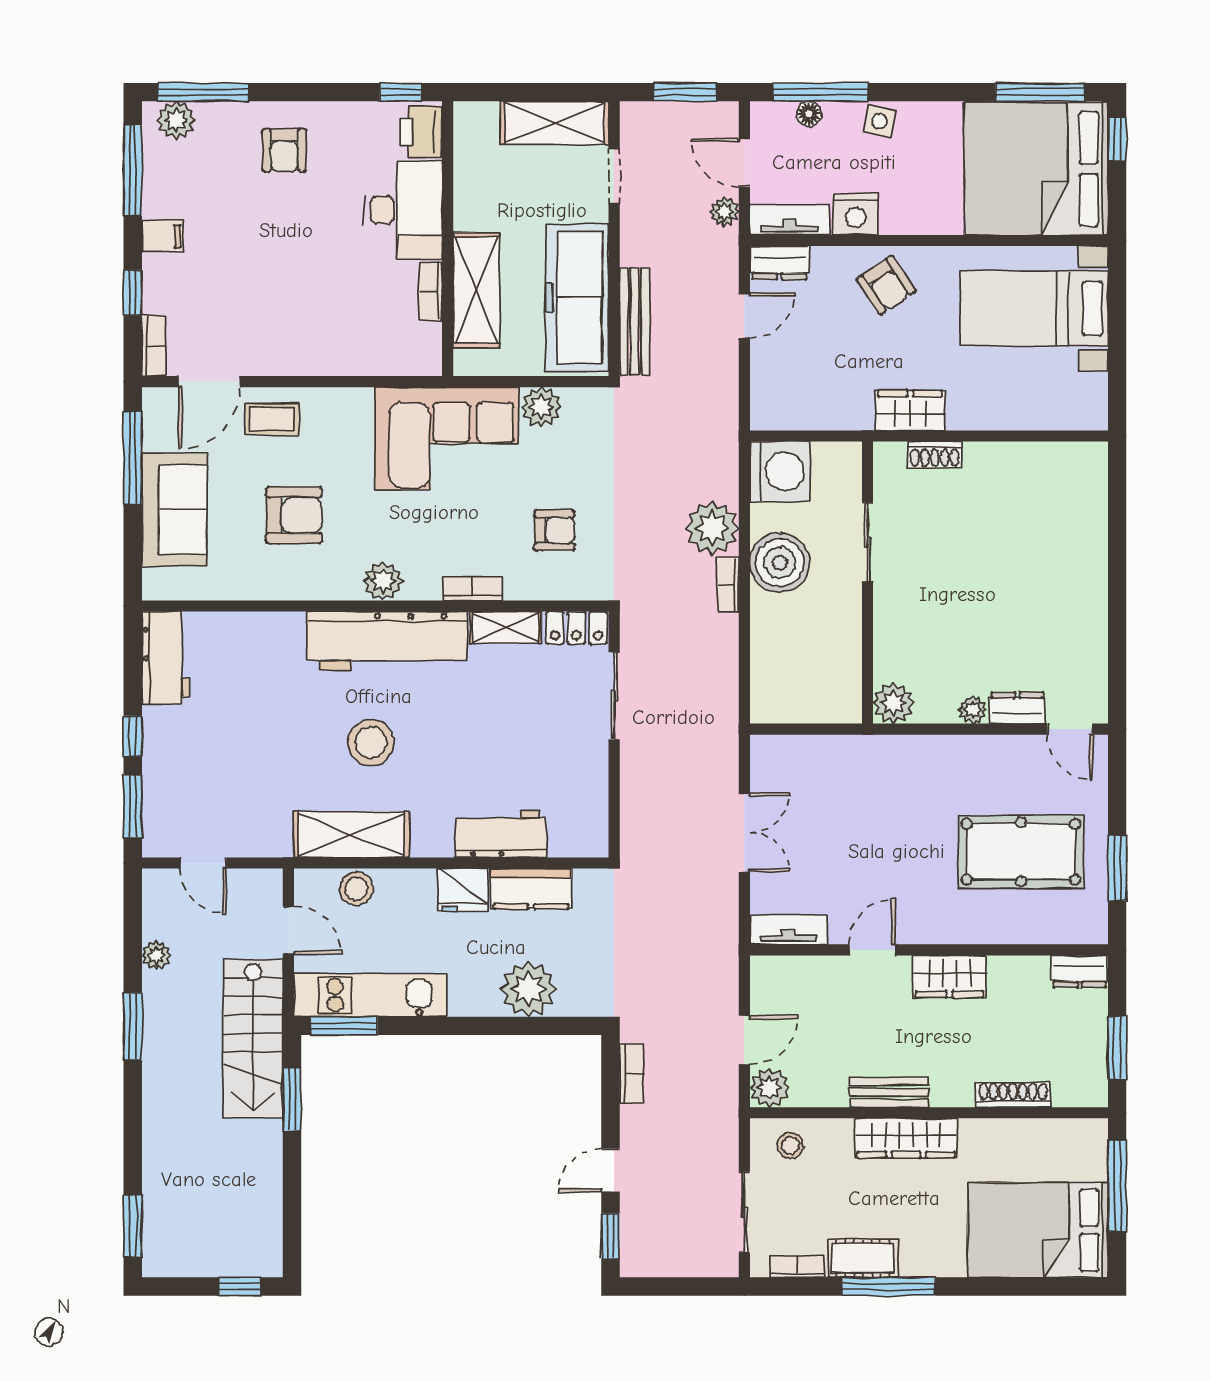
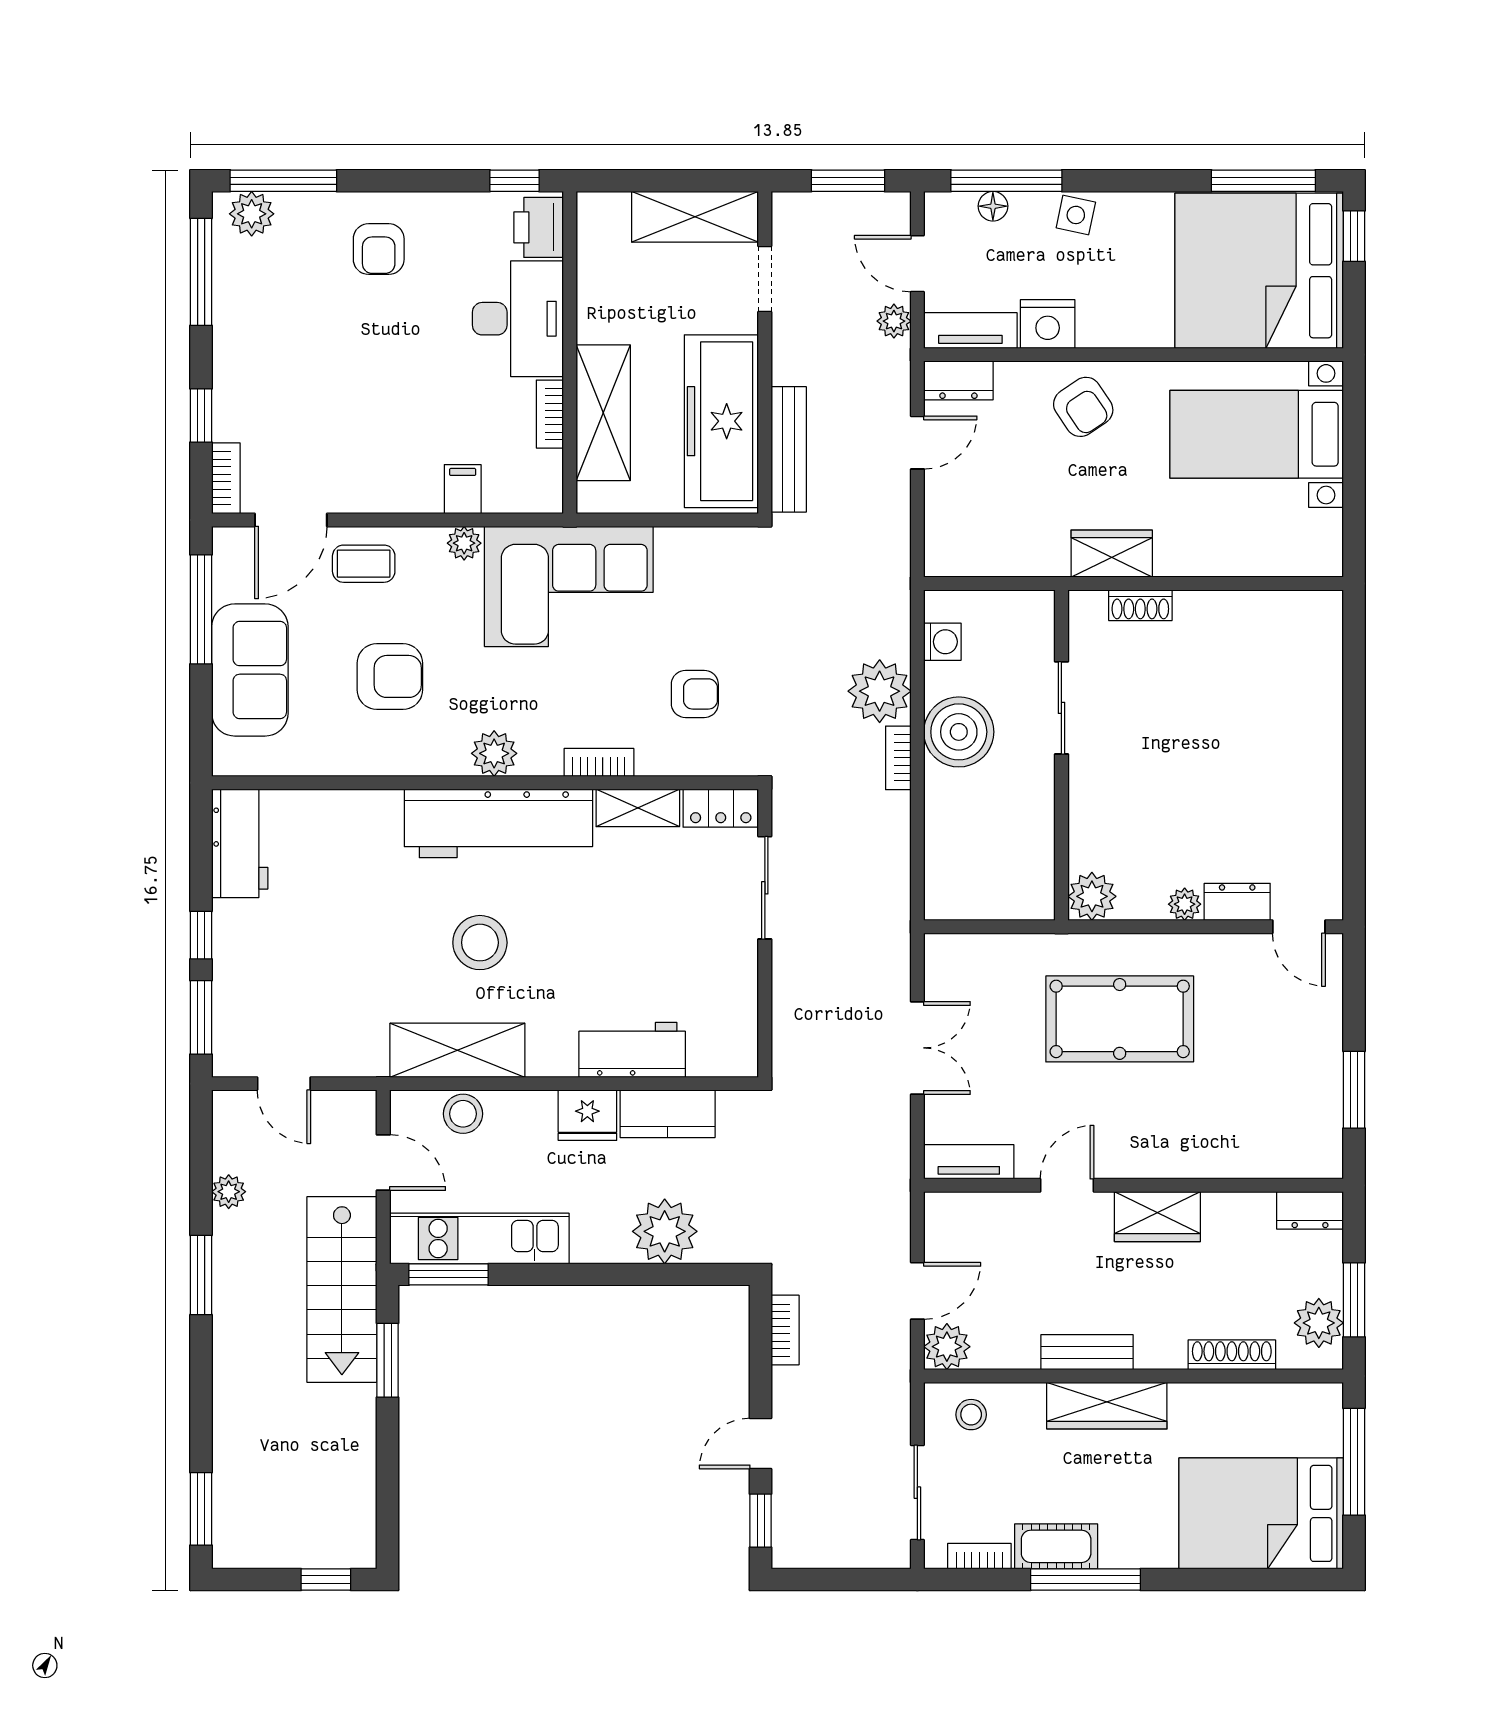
filing cabinet: (163, 236) -> (463, 489), moved, turned -90
plant: (541, 407) -> (464, 543), moved, width x0.73, depth x0.73
washing machine: (780, 472) -> (942, 642), width x0.53, depth x0.53
pool table: (1021, 852) -> (1120, 1019), moved
plant: (1087, 1067) -> (1319, 1323), added

